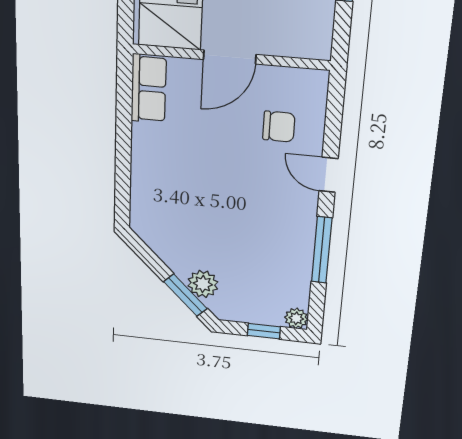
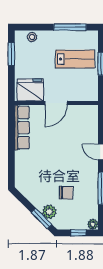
row of seats: (149, 89) -> (22, 128), width x1.48
chair: (279, 127) -> (66, 193), moved

